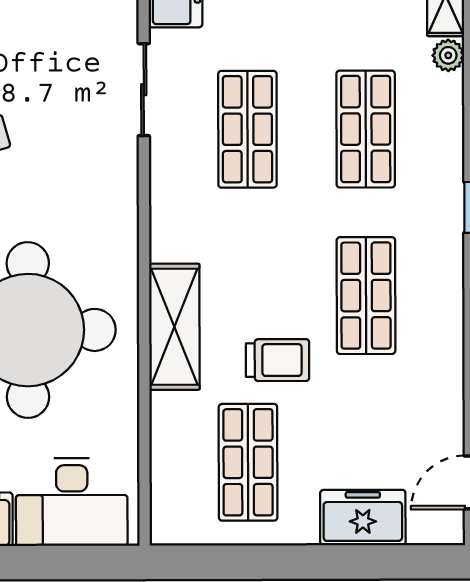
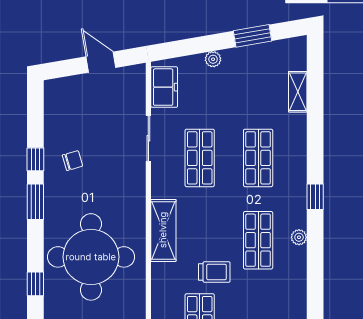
plant: (448, 55) -> (299, 237), moved
shelving: (174, 327) -> (163, 230), moved

